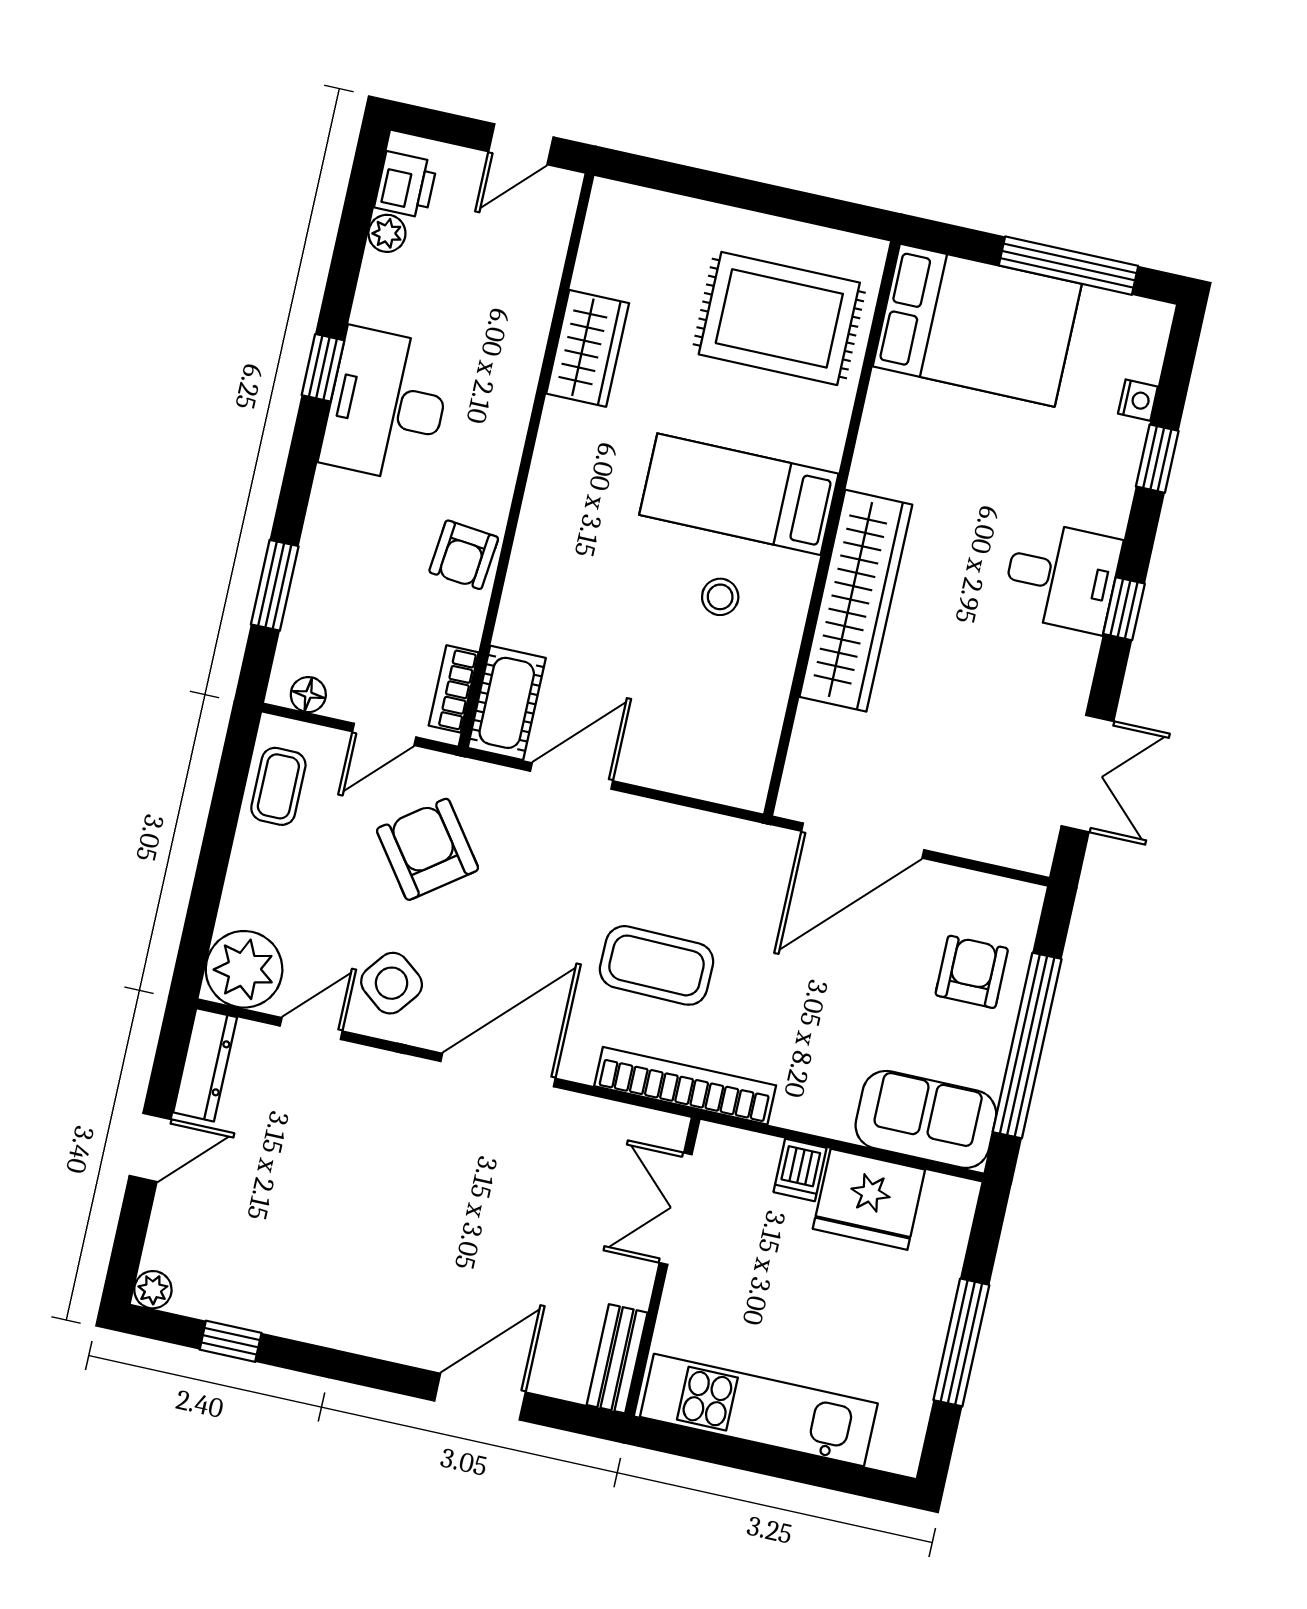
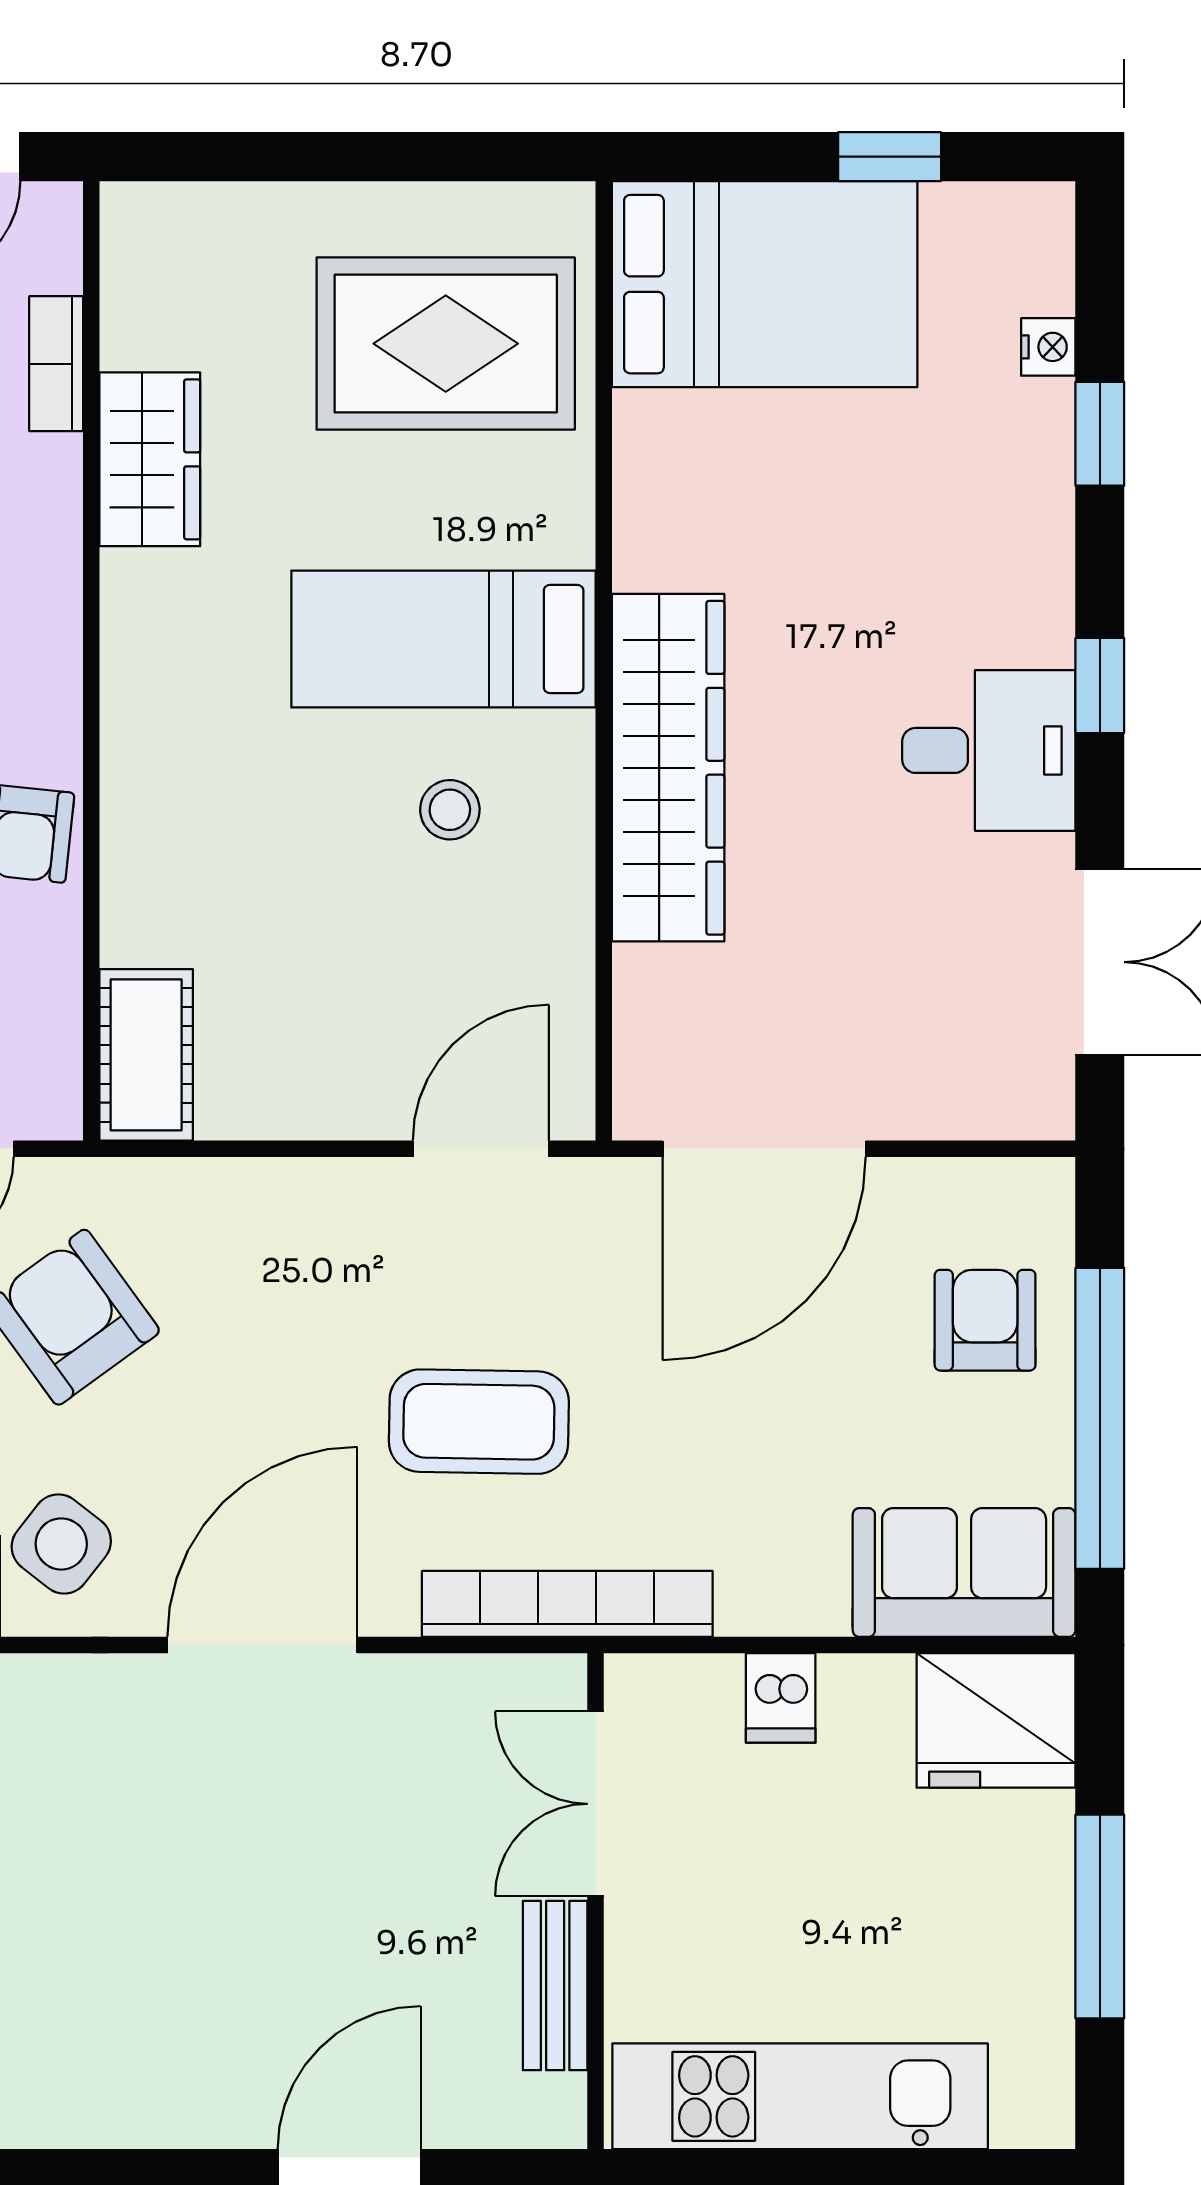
window: (1069, 266) -> (890, 157), width x0.46
desk: (1062, 577) -> (989, 750), moved
bookcase: (454, 689) -> (56, 364), moved
door: (572, 776) -> (481, 1149), moved
fridge: (869, 1199) -> (996, 1720), moved
bench: (617, 1359) -> (555, 1986), moved

